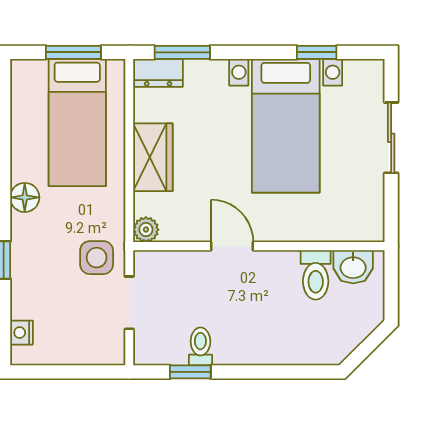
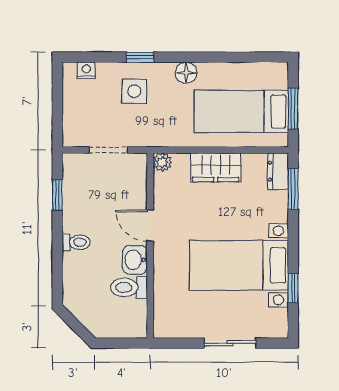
door: (232, 246) -> (150, 226), swing flipped
side table: (97, 258) -> (134, 91), moved
washbasin: (353, 267) -> (135, 260), moved
toilet: (200, 346) -> (76, 242), moved

